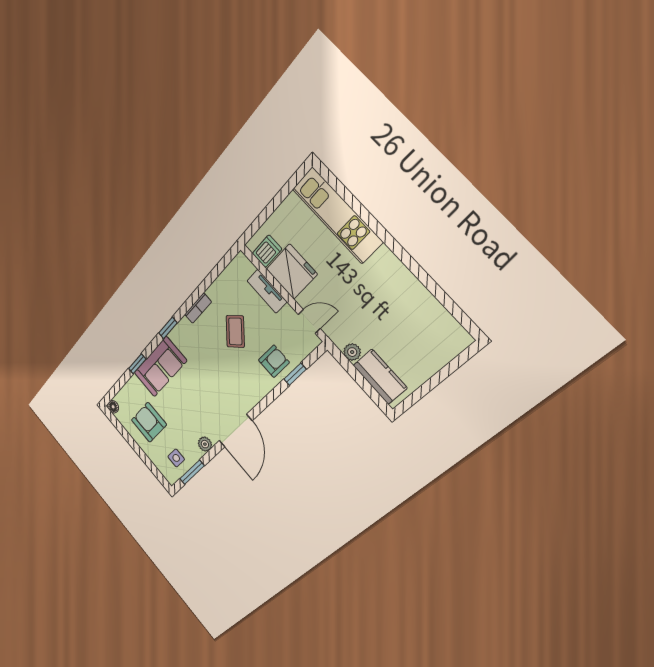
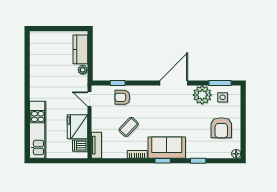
tv unit: (267, 291) -> (96, 145), moved
sofa: (160, 367) -> (167, 148), moved
plant: (205, 444) -> (202, 95), width x1.87, depth x1.87

